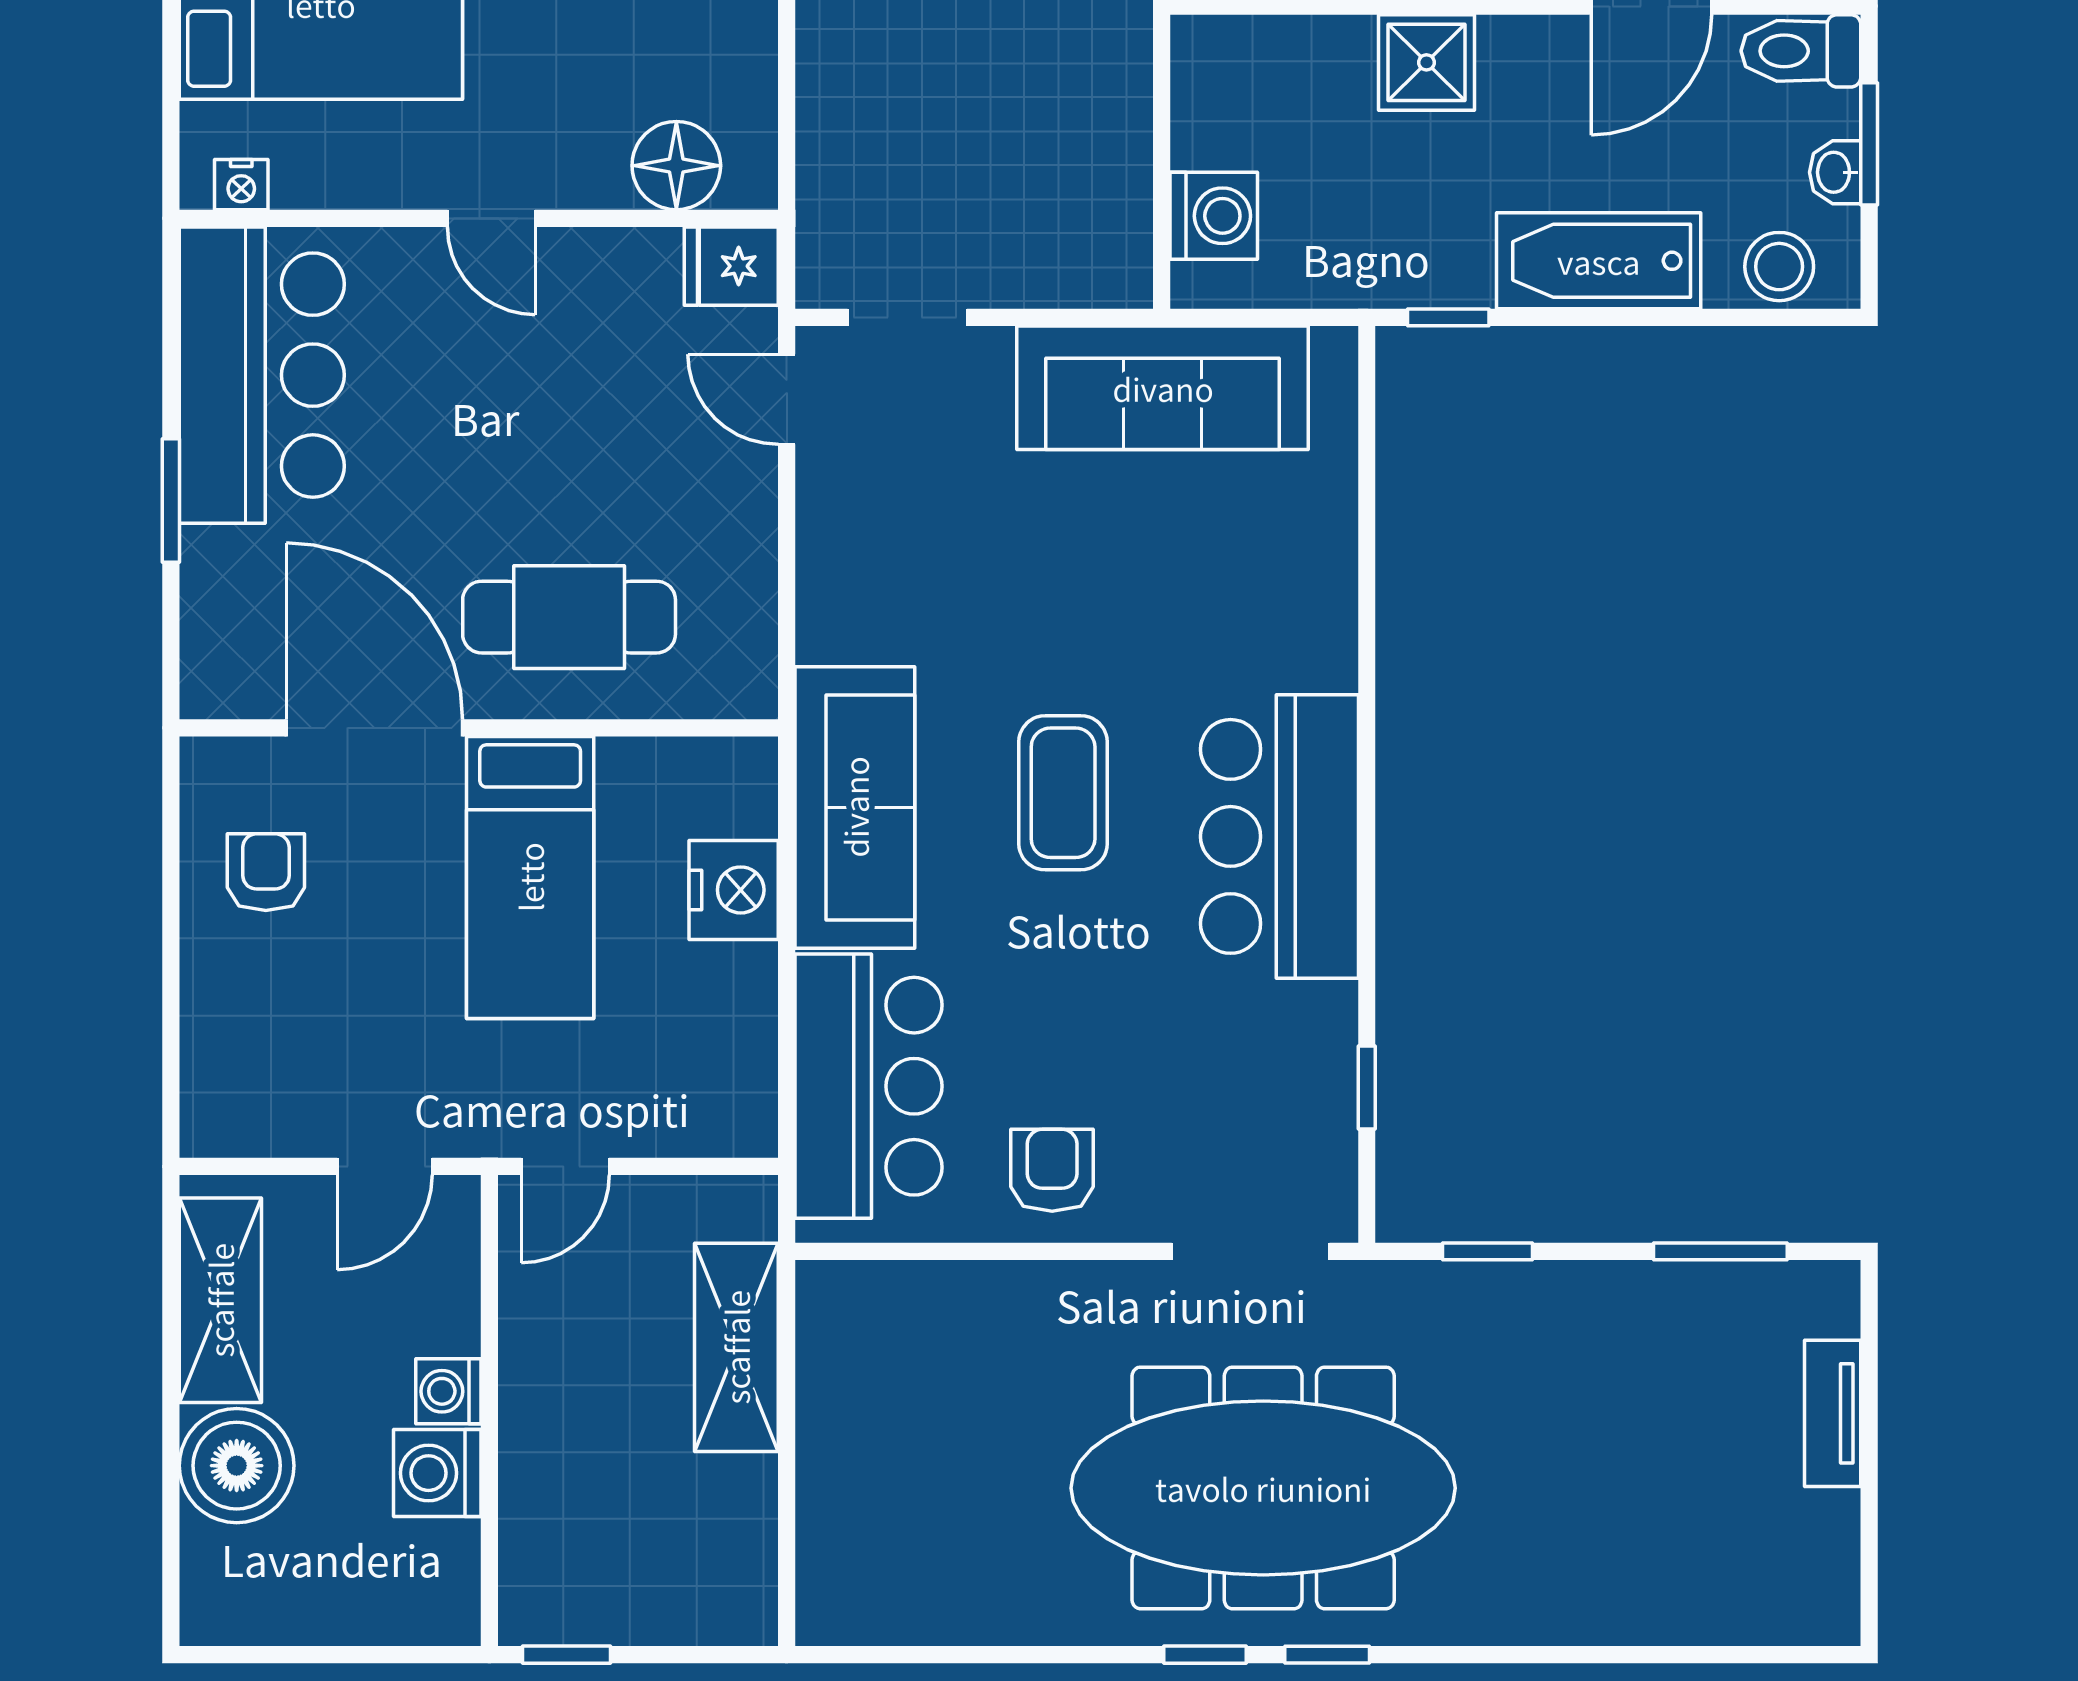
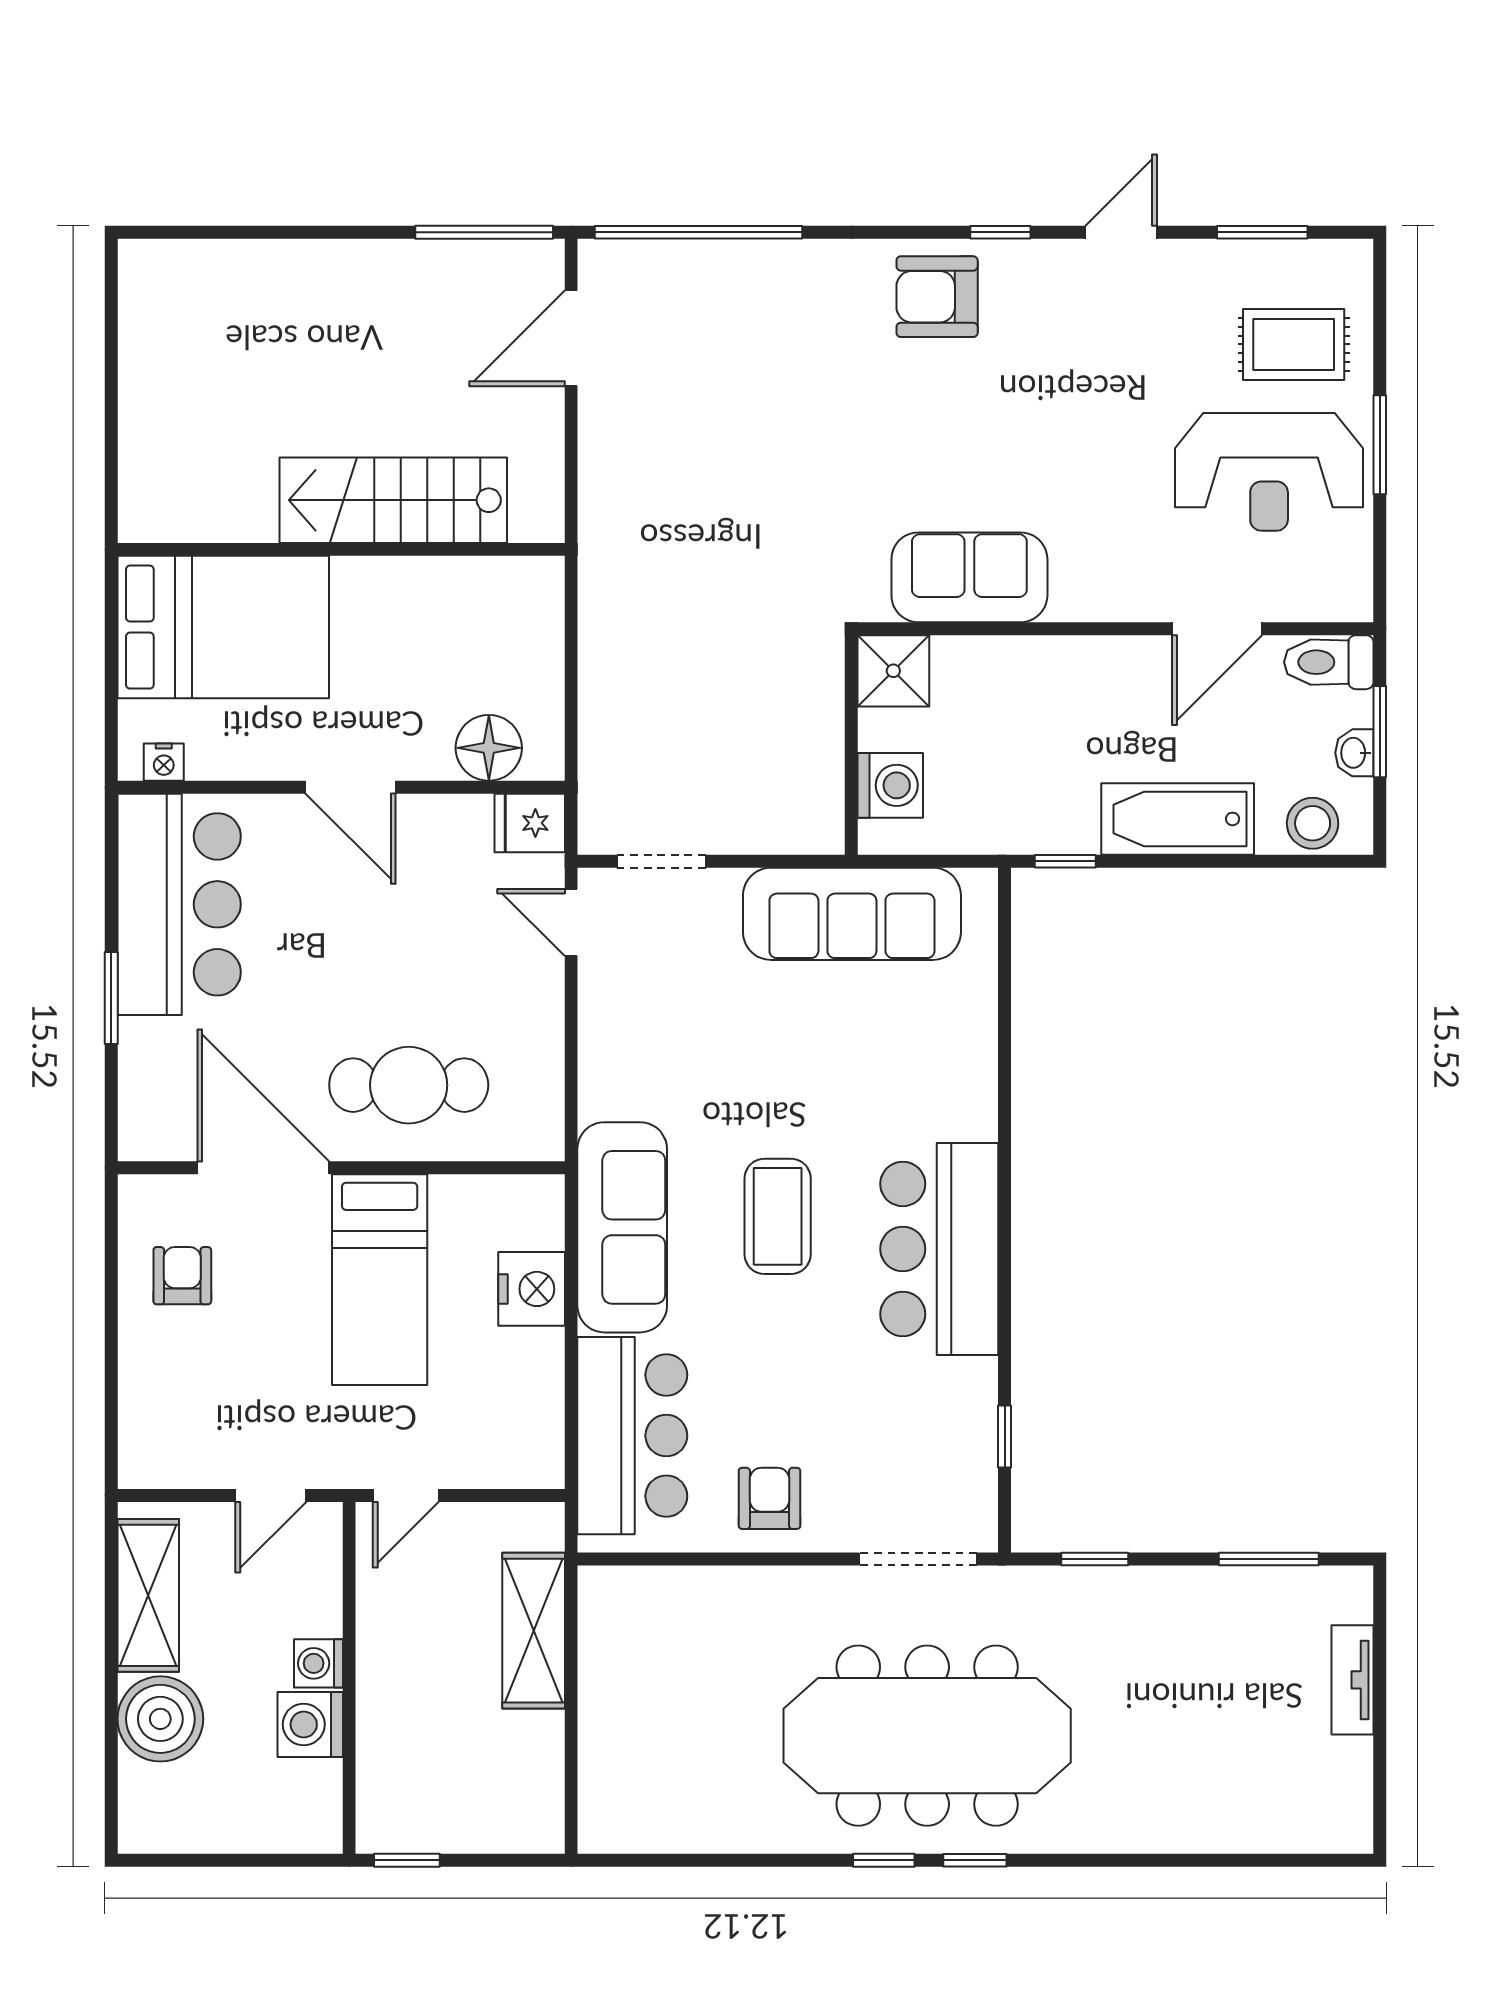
shower: (1426, 62) -> (893, 671), moved
door: (491, 218) -> (351, 787), width x1.38

